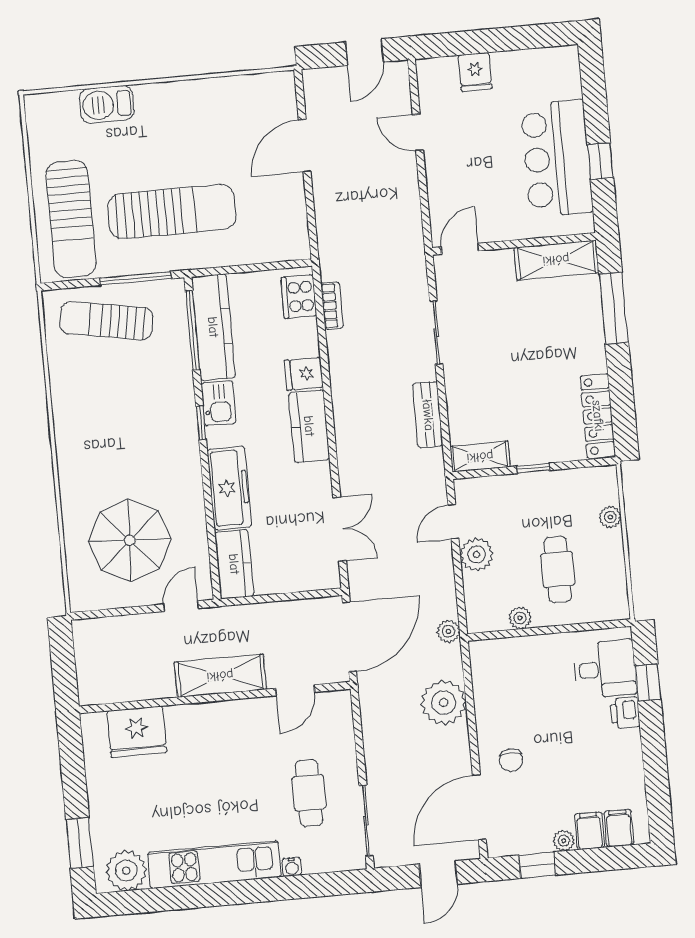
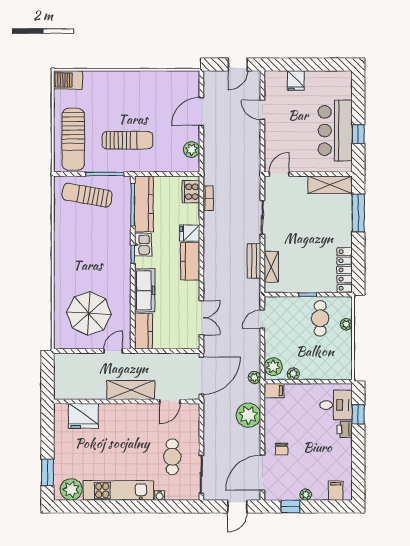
barbecue: (107, 105) -> (68, 80), moved
sun lounger: (172, 212) -> (127, 140), width x0.73, depth x0.75
plant: (293, 218) -> (192, 150), added
shelving: (480, 457) -> (271, 267), moved, turned 90
plant: (477, 554) -> (273, 367), moved
cafe table: (558, 569) -> (320, 318), moved
filing cabinet: (589, 831) -> (274, 391), moved, turned 90

